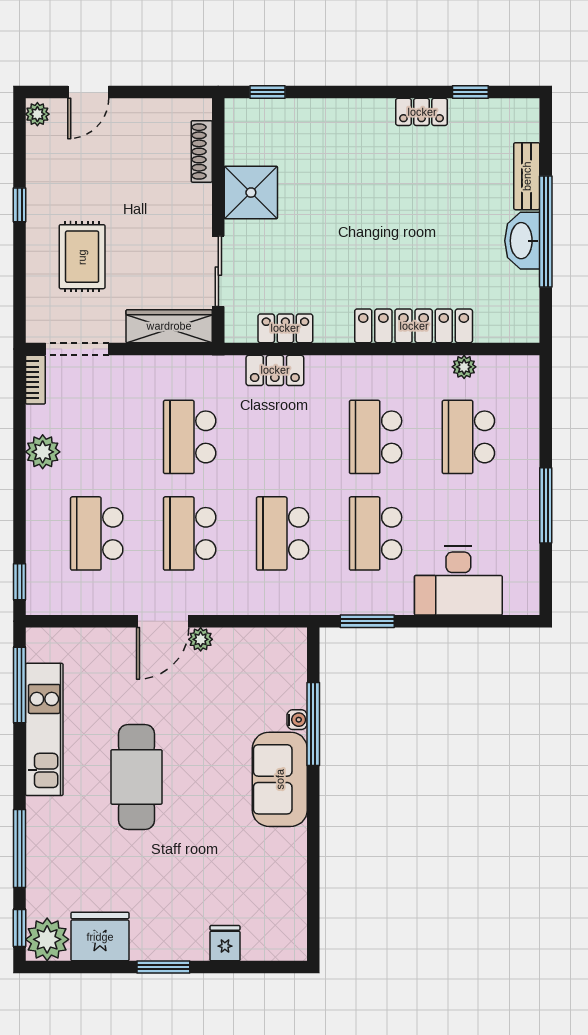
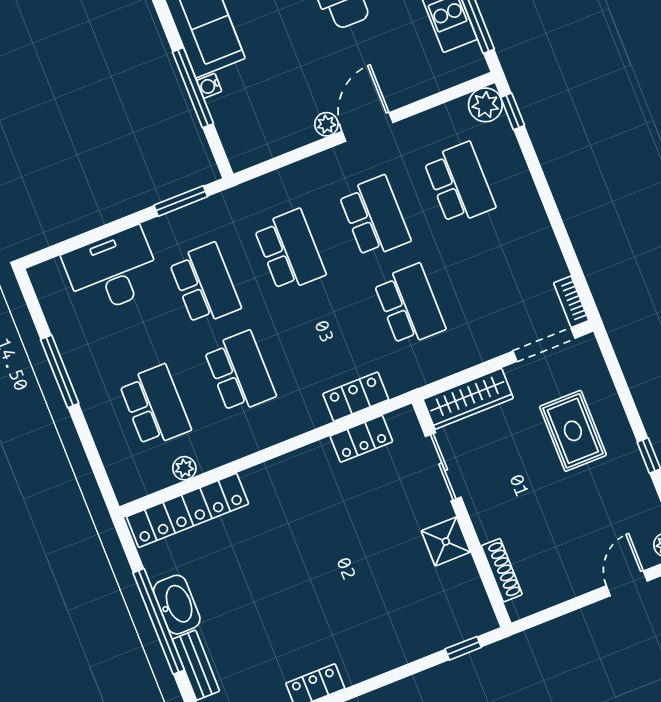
shower: (251, 193) -> (446, 541), width x0.73, depth x0.73
locker: (414, 326) -> (188, 510), moved
plant: (43, 452) -> (485, 105), moved

